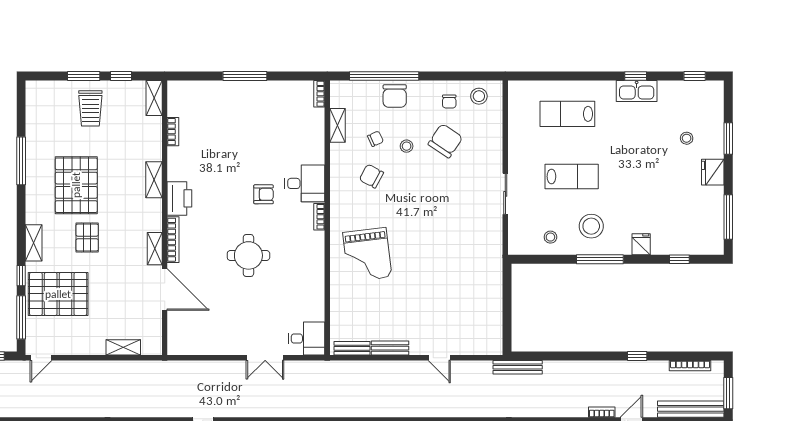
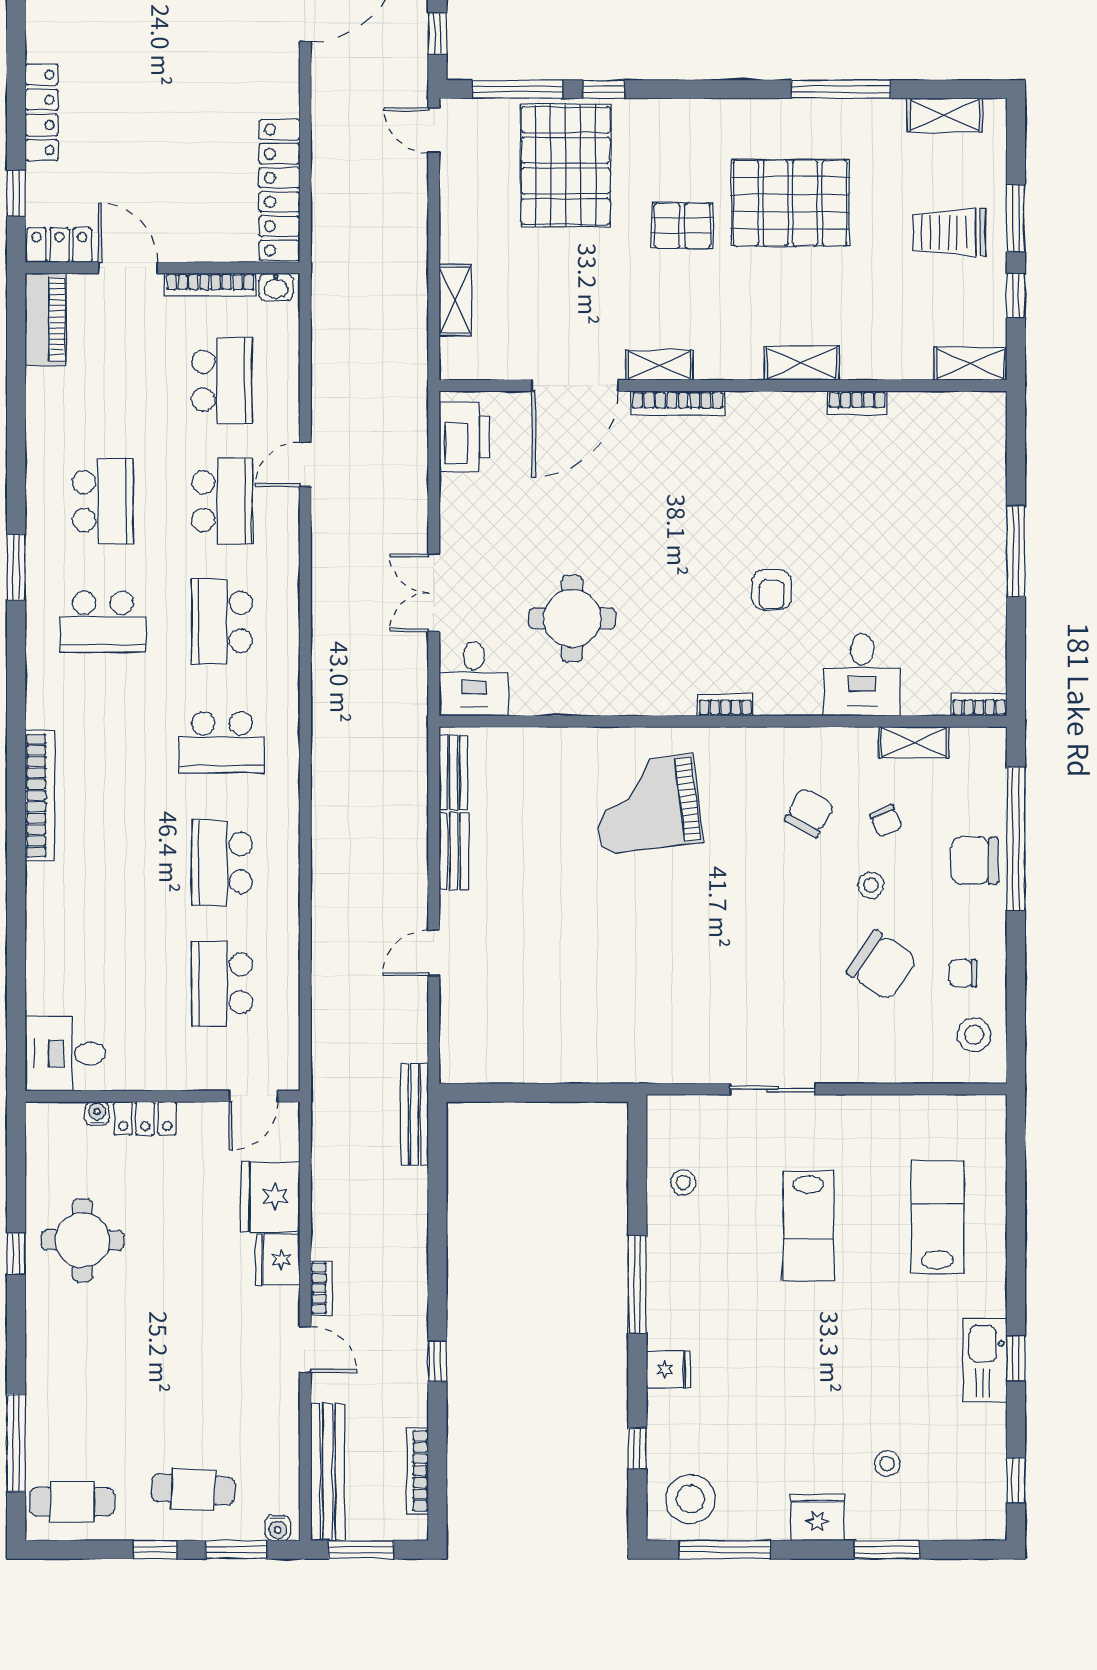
bookcase: (173, 132) -> (857, 403), moved
desk: (305, 183) -> (862, 675), moved
printer: (179, 198) -> (464, 437), moved, turned -90
stool: (591, 226) -> (690, 1499), moved
shelving: (34, 243) -> (945, 115), moved
round table: (248, 255) -> (572, 618), moved

